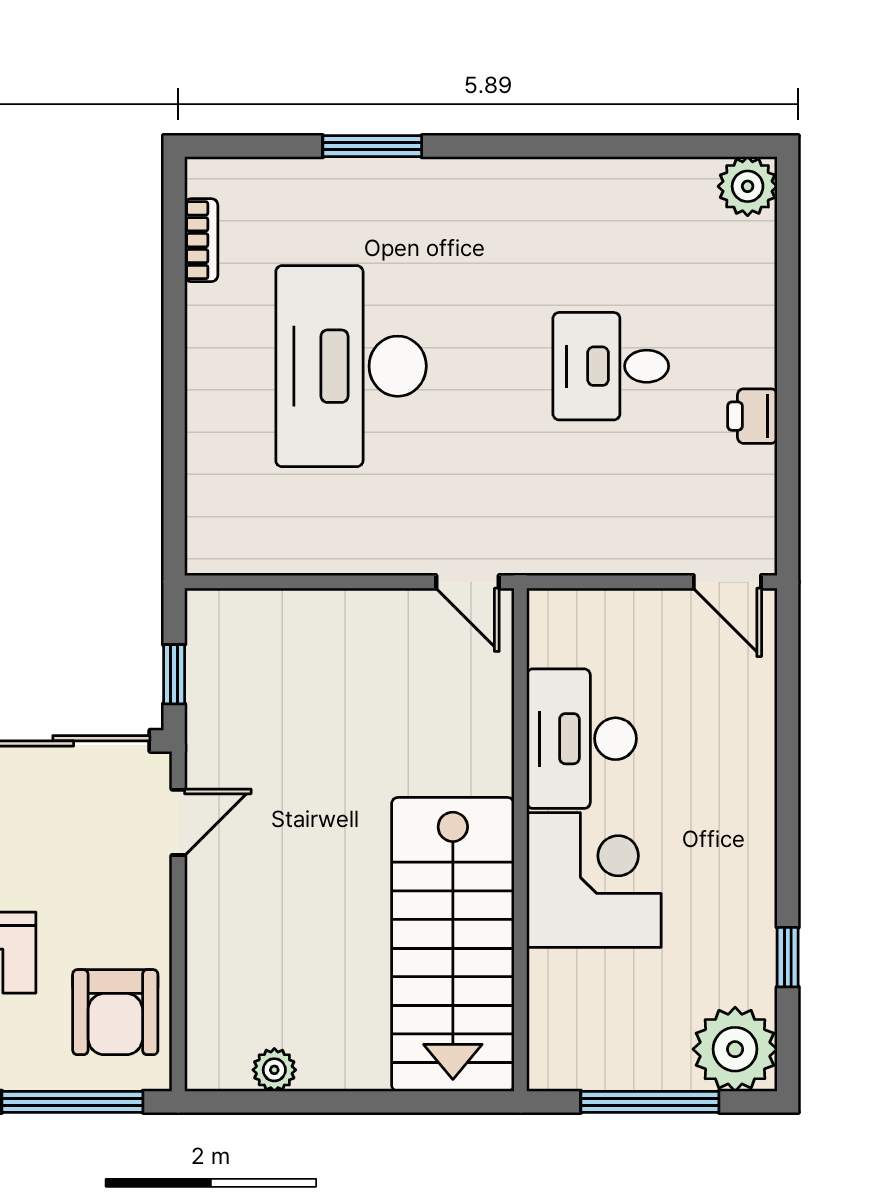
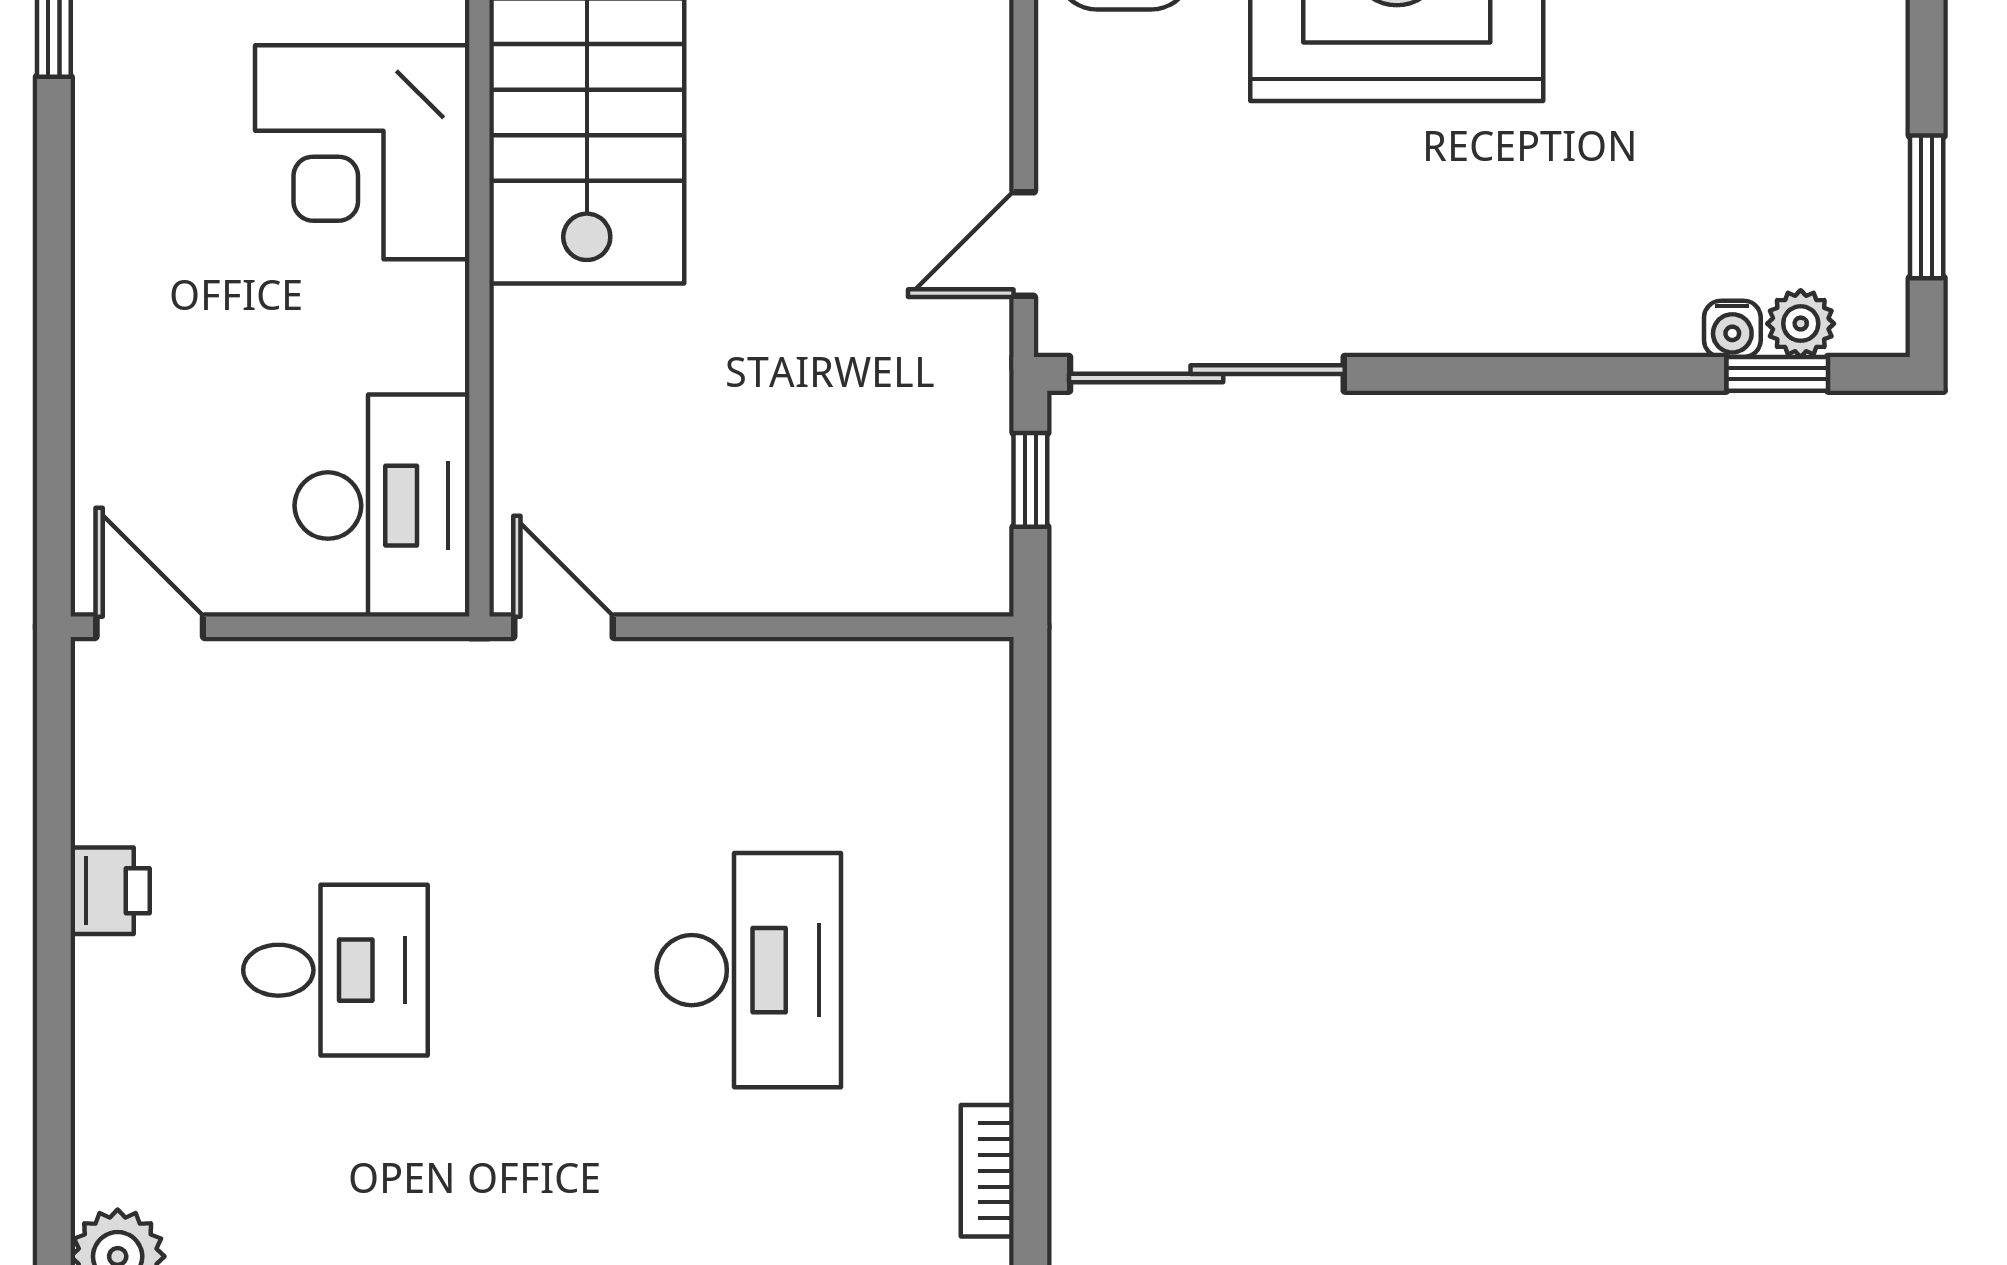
desk: (351, 366) -> (749, 970), width x0.73, depth x0.77
desk: (582, 739) -> (382, 506), moved

